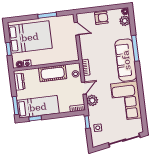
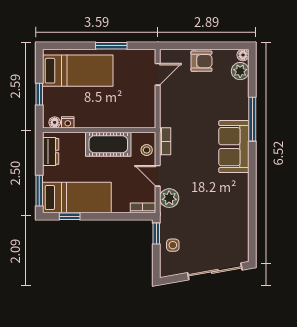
door: (77, 29) -> (158, 74), hinge flipped
bed: (30, 37) -> (78, 71), width x0.67
sofa: (126, 60) -> (234, 147), width x0.73
door: (84, 88) -> (158, 176), swing flipped
corner sofa: (126, 101) -> (226, 206), removed

